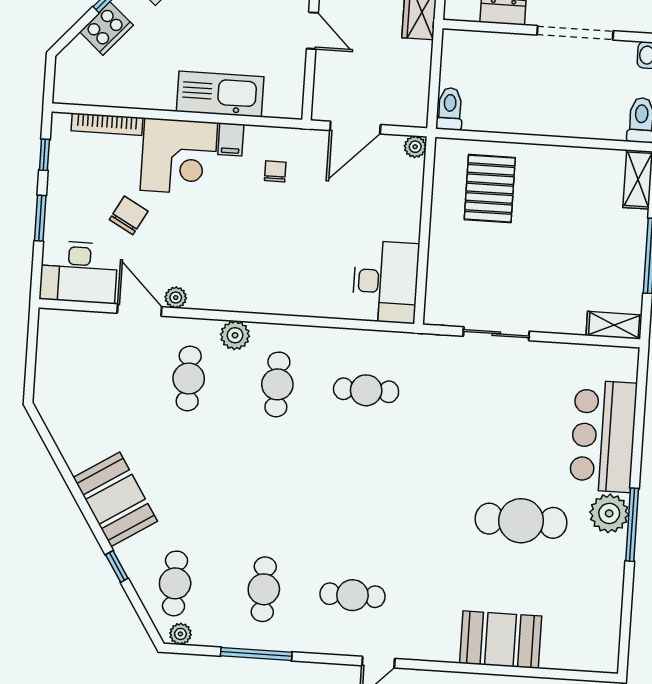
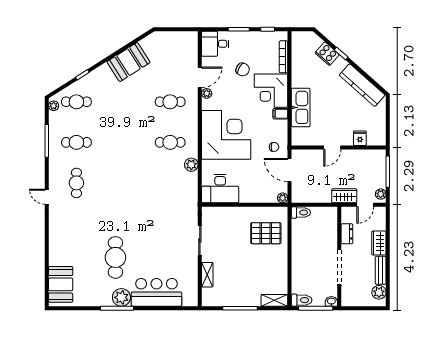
chair: (275, 171) -> (274, 147), moved
corner desk: (269, 261) -> (226, 135), added
desk: (79, 272) -> (215, 44), width x0.73
shelving: (614, 325) -> (207, 275), moved
plant: (235, 335) -> (191, 165), moved
cafe table: (366, 390) -> (170, 183), removed
booth: (115, 499) -> (128, 62), moved
booth: (501, 640) -> (61, 284), moved

